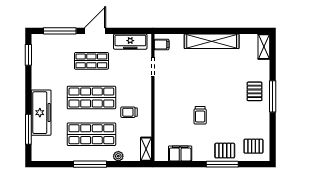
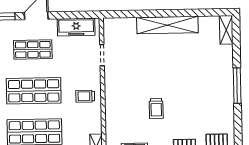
filing cabinet: (162, 44) -> (111, 30), removed
pallet: (255, 91) -> (217, 80), removed
trolley: (129, 112) -> (85, 96), moved

